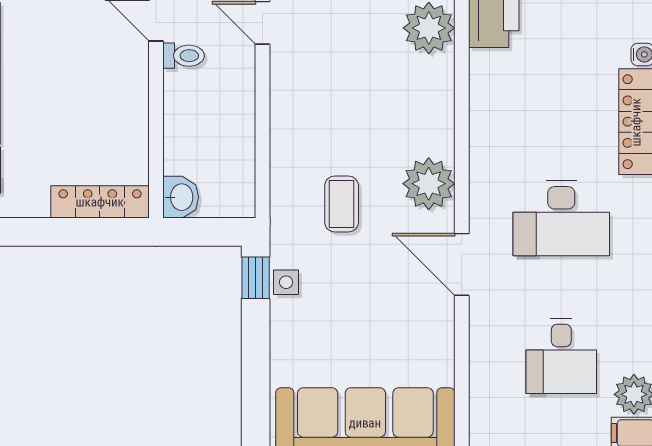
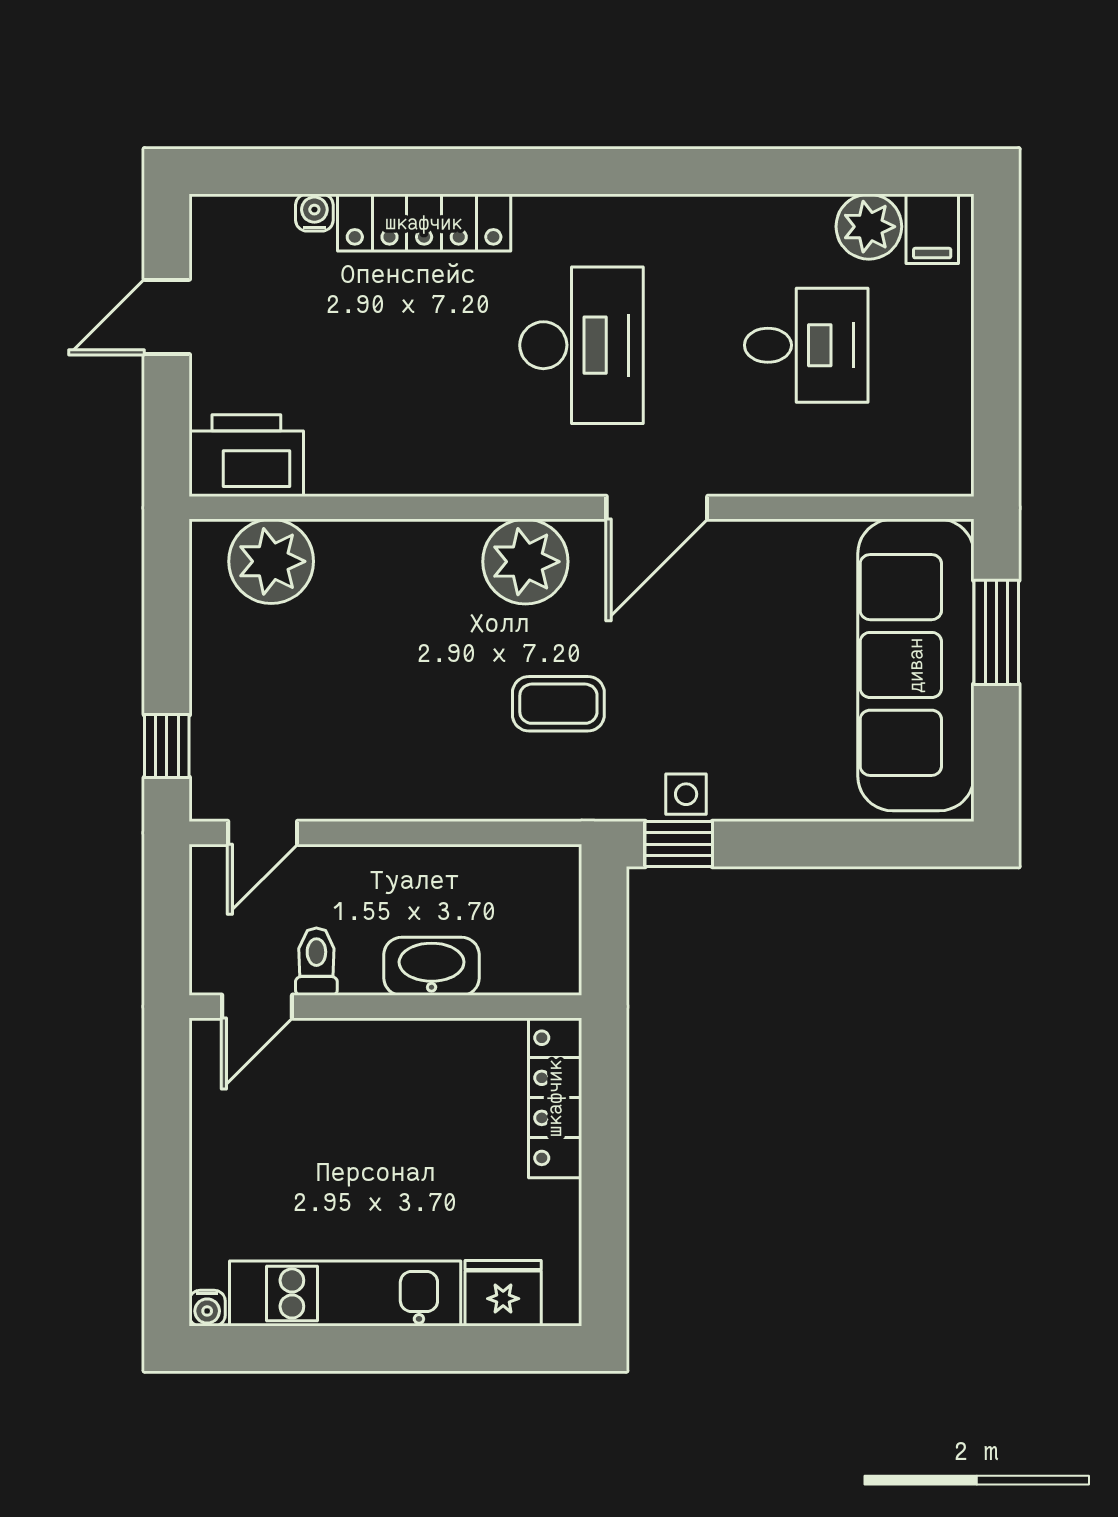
washbasin: (181, 197) -> (432, 966), moved, width x1.38

